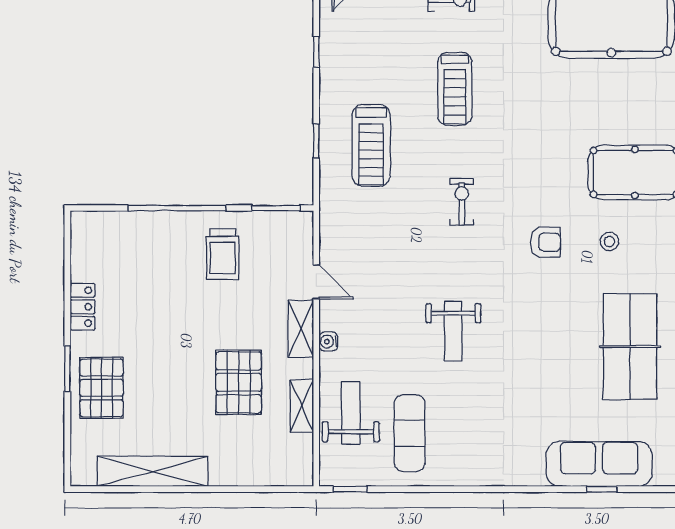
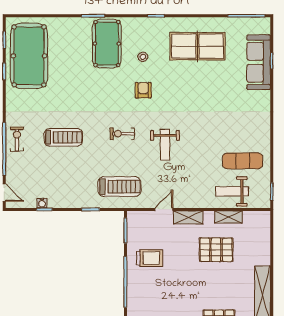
treadmill: (371, 145) -> (119, 187), moved
weight bench: (453, 331) -> (165, 145), moved, turned 90
water cooler: (328, 342) -> (42, 203), moved

